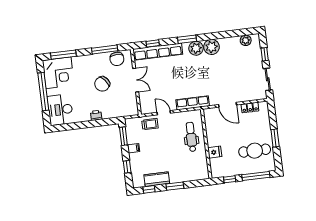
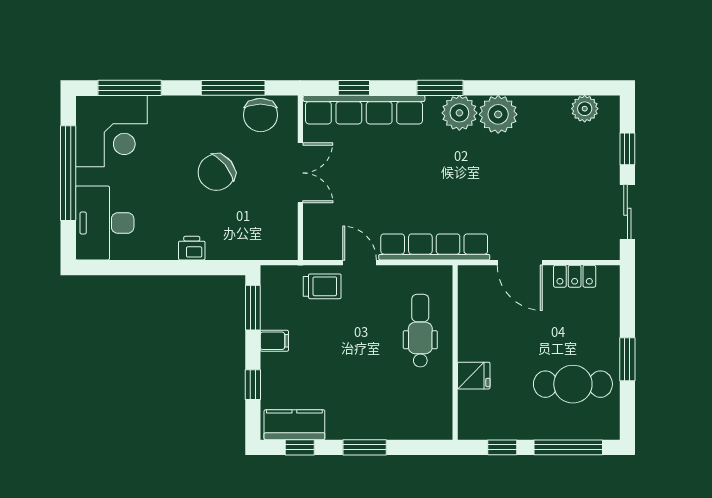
row of seats: (193, 103) -> (434, 247), width x1.36
kitchen counter: (157, 179) -> (294, 425), moved

